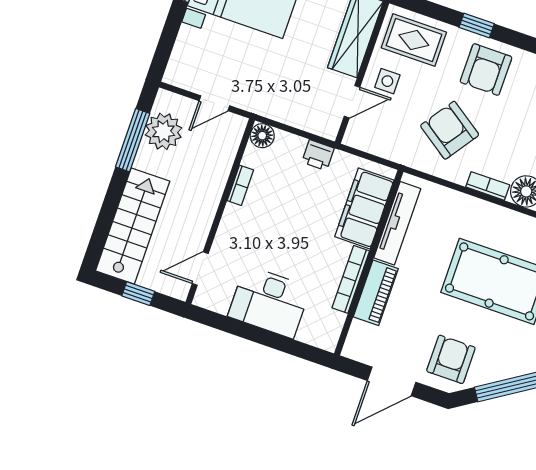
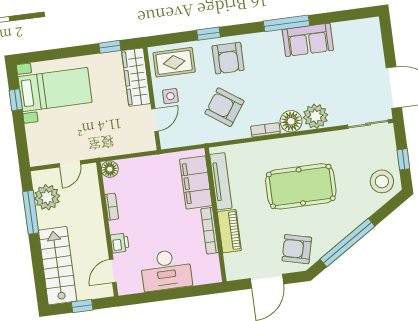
printer: (318, 155) -> (120, 243), moved, turned -90
armchair: (451, 359) -> (297, 249), turned -76

